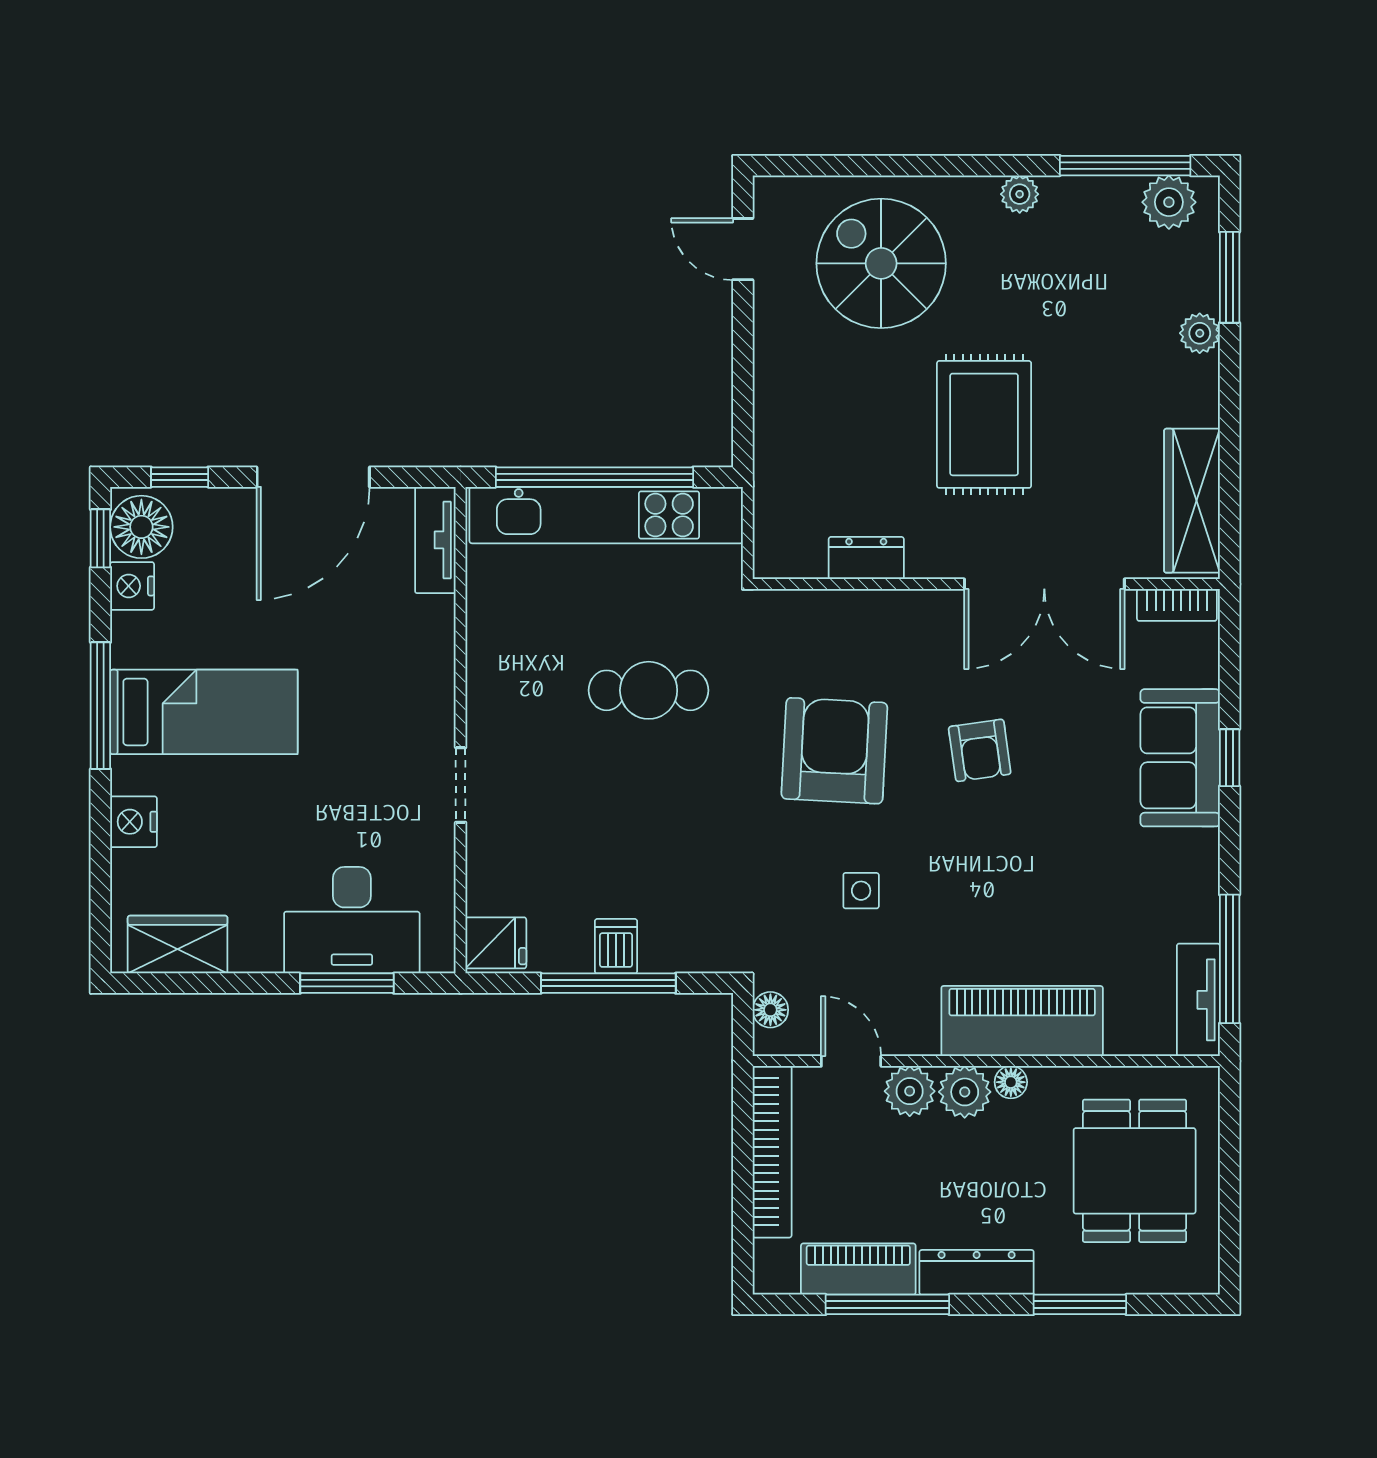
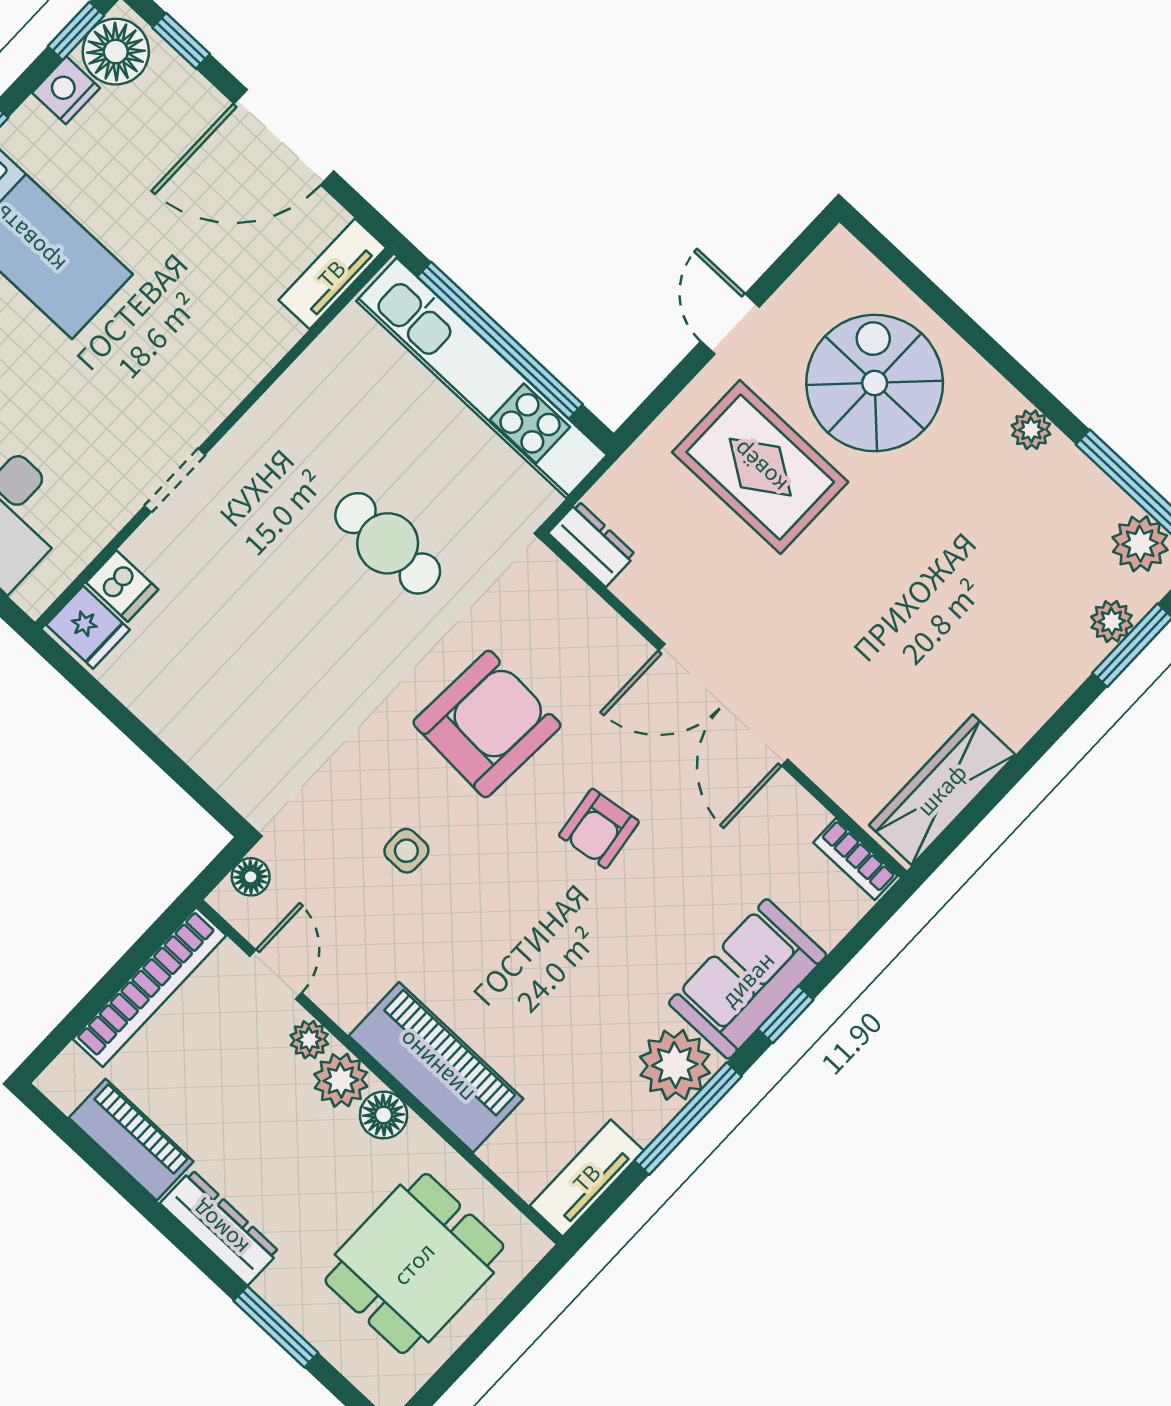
door: (743, 249) -> (730, 324), moved
plant: (1200, 333) -> (1112, 621), moved
rug: (984, 424) -> (760, 467), moved, turned 90
dresser: (866, 558) -> (592, 544), moved
double door: (1044, 584) -> (723, 705), moved
plant: (1186, 864) -> (675, 1065), added
dishwasher: (616, 946) -> (122, 586), moved, turned 90
window: (1230, 959) -> (688, 1118), moved
window: (608, 983) -> (145, 739), removed
floor lamp: (1011, 1082) -> (384, 1115), width x1.37, depth x1.37
plant: (910, 1091) -> (309, 1040), width x0.73, depth x0.73
window: (887, 1304) -> (128, 1188), removed

